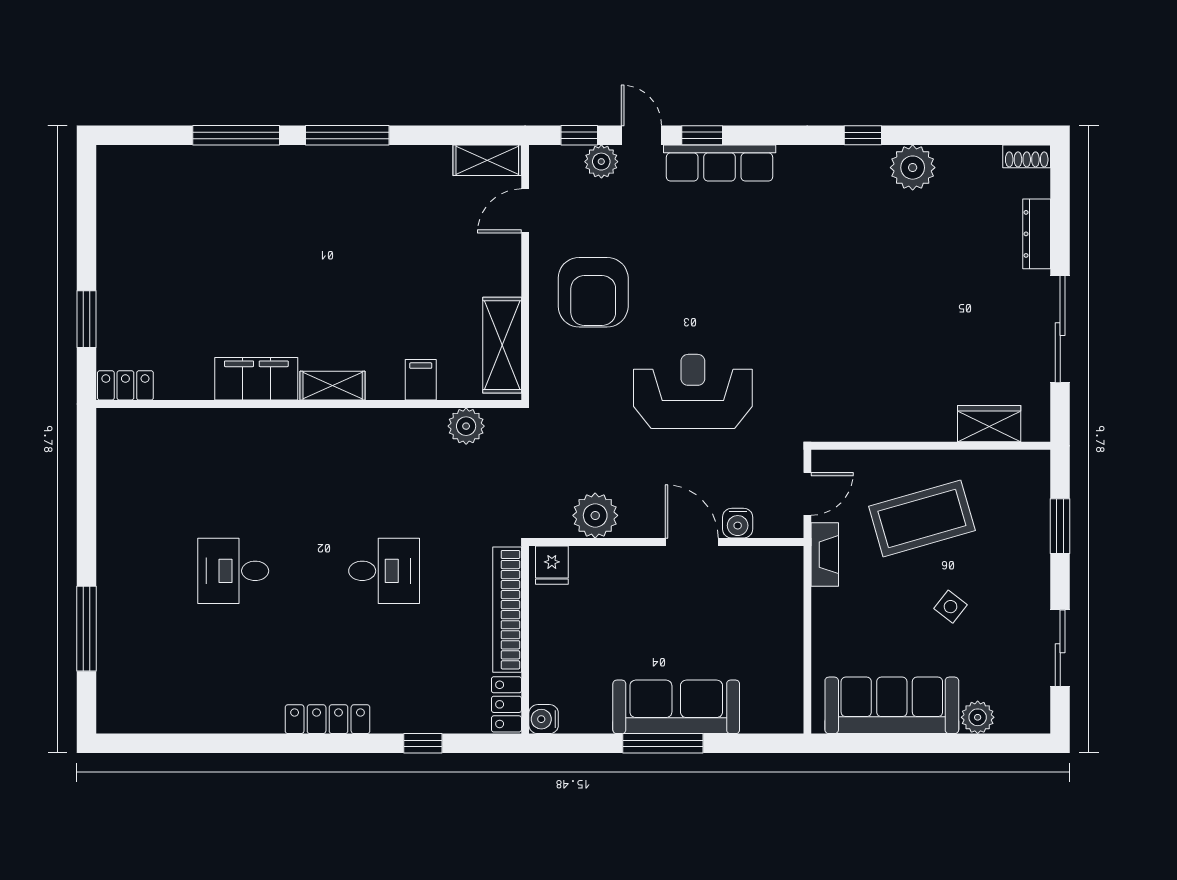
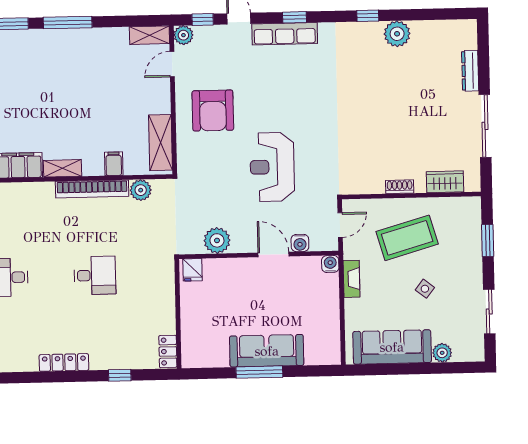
window: (702, 135) -> (295, 17), moved
shoe rack: (1027, 156) -> (400, 187), moved, turned 180
plant: (601, 162) -> (183, 35), moved
reception desk: (693, 391) -> (272, 167), turned -90
fireplace: (825, 555) -> (352, 279), moved
bookcase: (507, 610) -> (92, 189), moved, turned -90
water cooler: (544, 719) -> (330, 264), moved, turned 90

